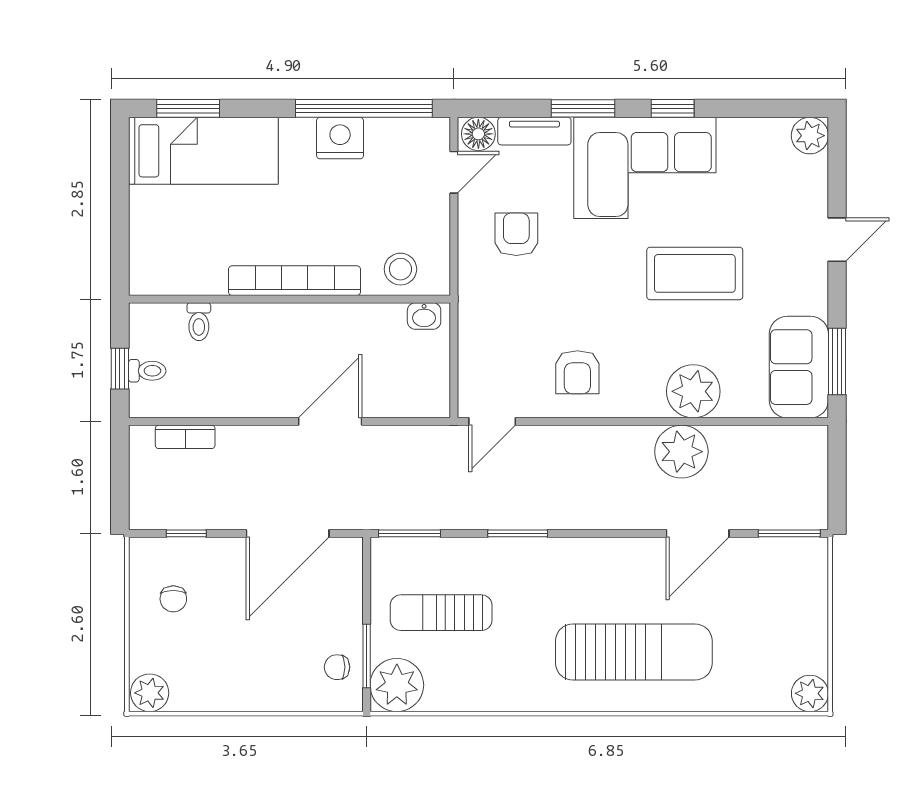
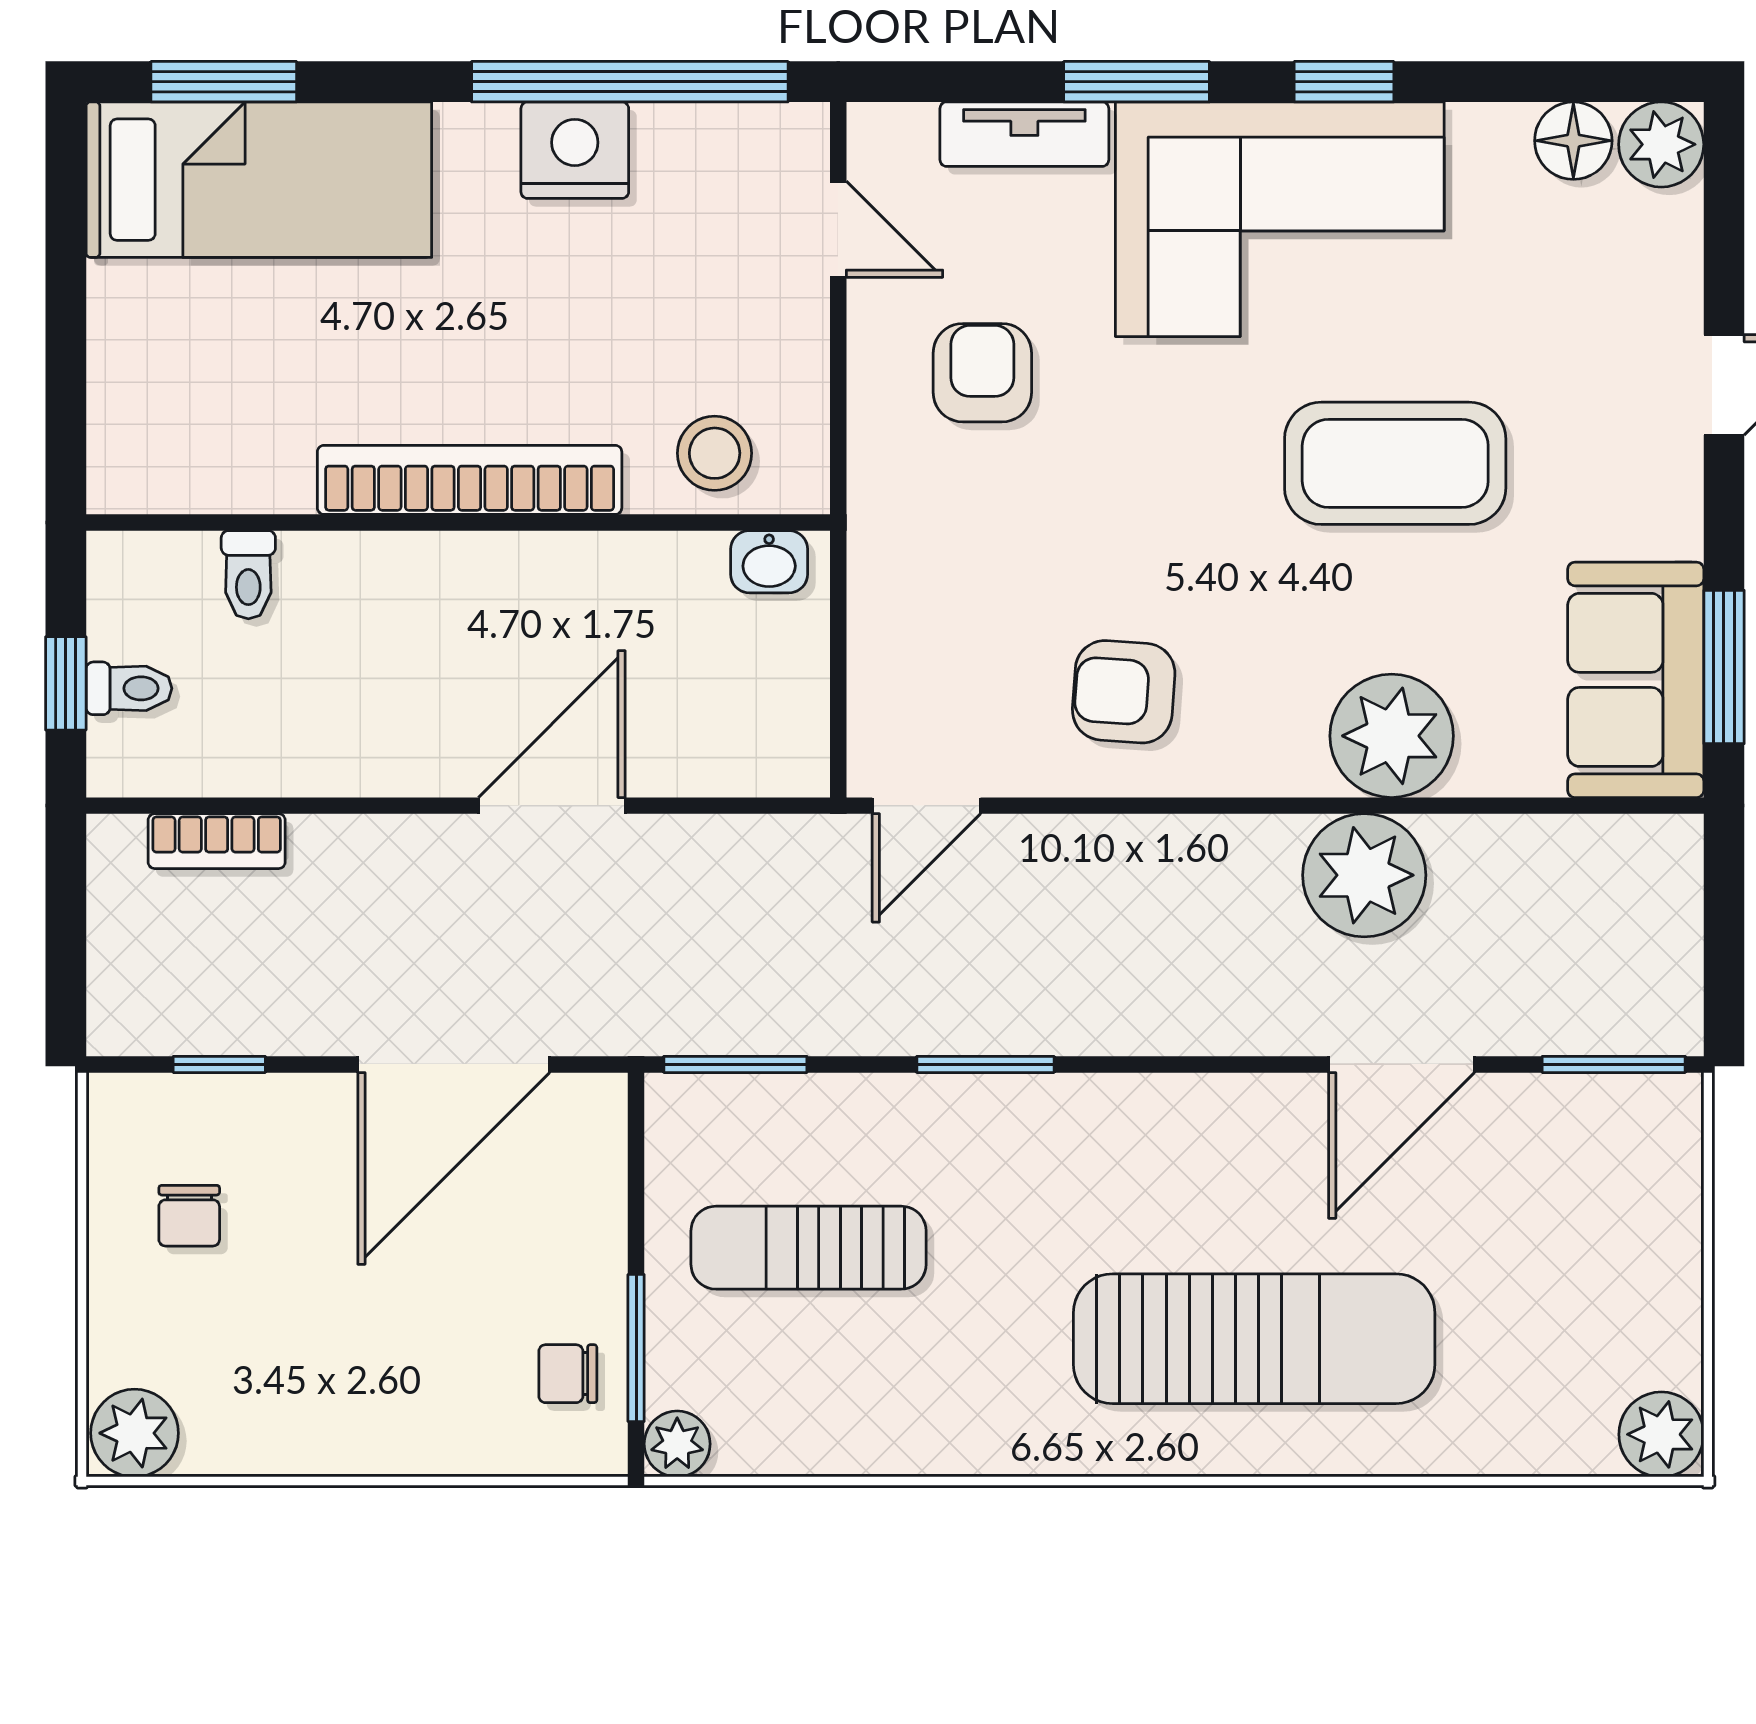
floor lamp: (478, 134) -> (1573, 141), moved
door: (454, 172) -> (838, 229), hinge flipped
armchair: (577, 372) -> (1124, 692), turned 94
plant: (397, 685) -> (677, 1444), width x0.53, depth x0.53

